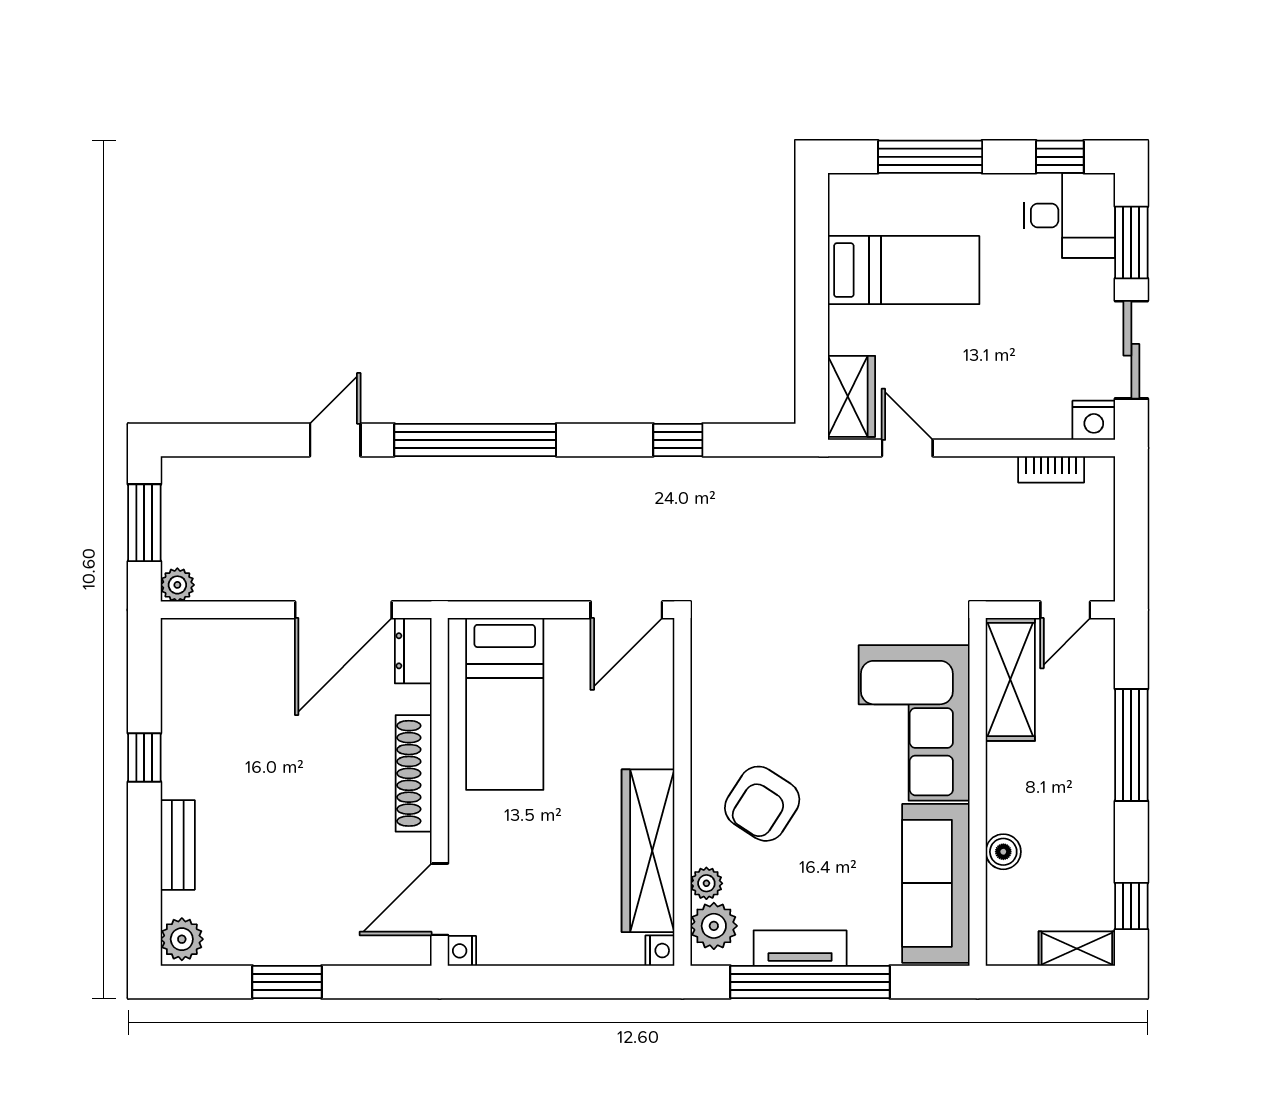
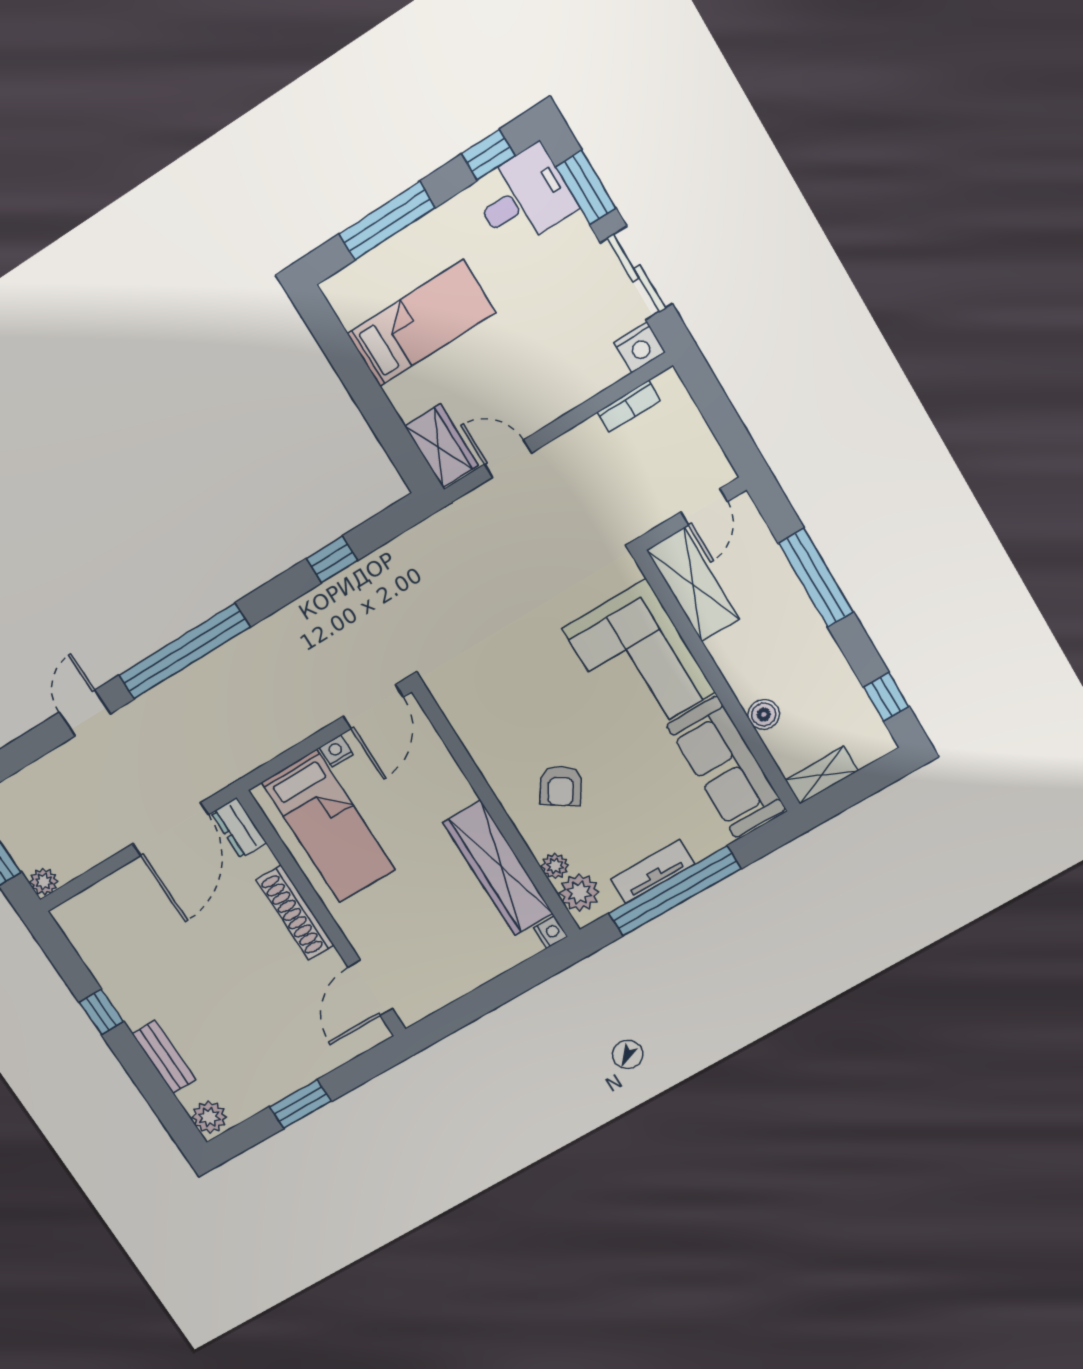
armchair: (762, 804) -> (561, 786), width x0.72, depth x0.72
shelving: (1077, 949) -> (822, 775), moved
nightstand: (462, 951) -> (336, 751), moved, turned 90

